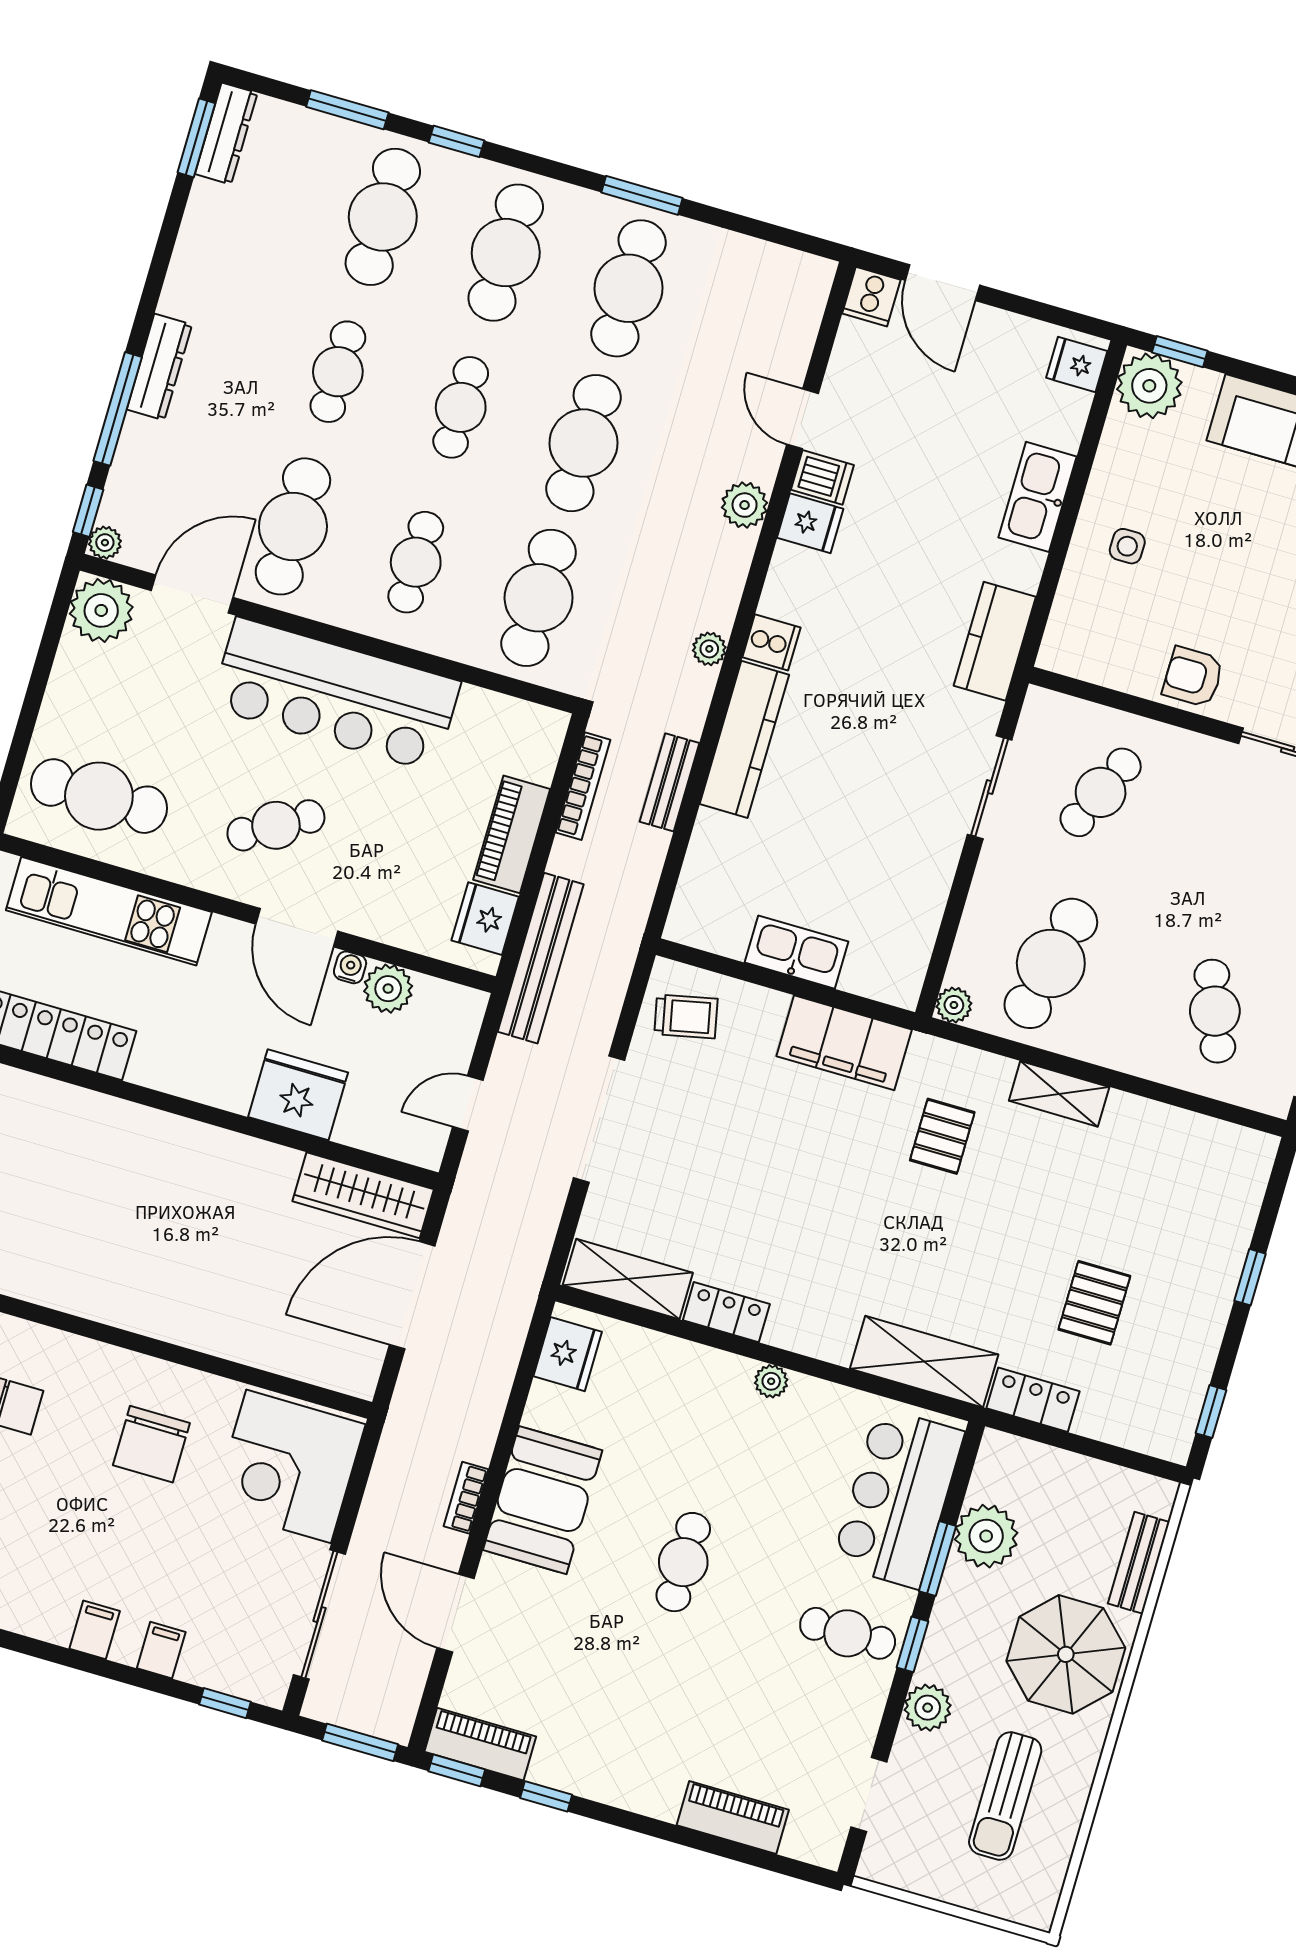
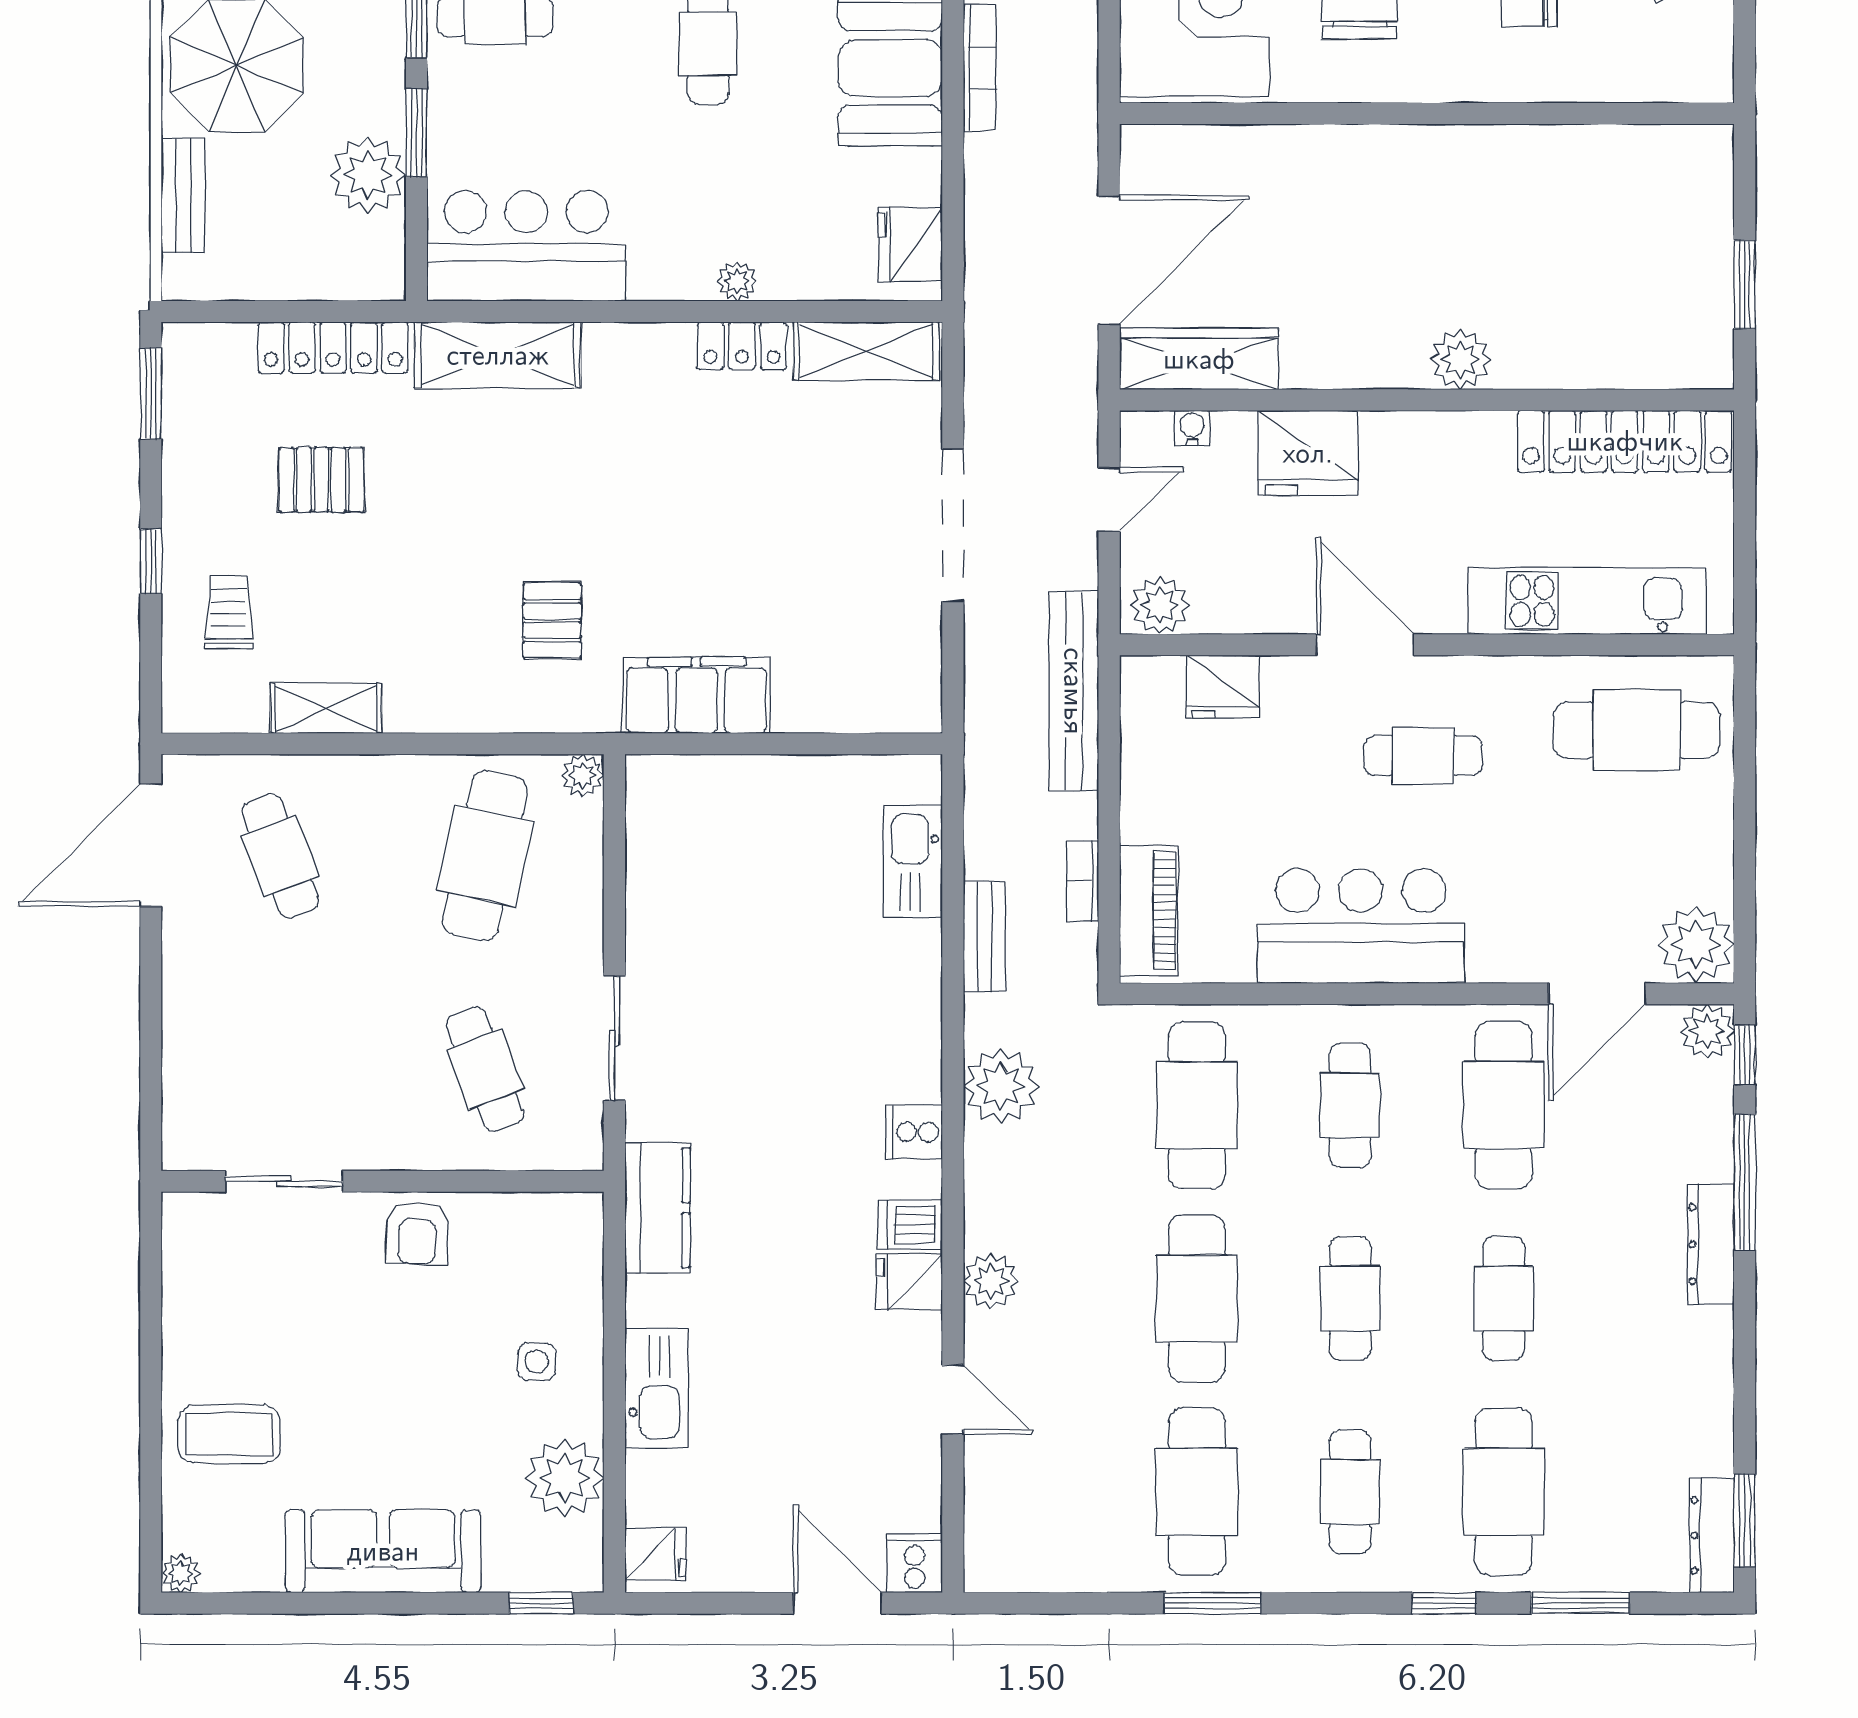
cafe table: (506, 253) -> (1350, 1492), width x0.73, depth x0.74
plant: (1149, 386) -> (565, 1478), moved
dishwasher: (822, 477) -> (910, 1225), moved
plant: (105, 543) -> (1707, 1031), width x1.38, depth x1.38
plant: (709, 649) -> (1001, 1086), width x1.87, depth x1.87
armchair: (1193, 677) -> (417, 1233), turned 92
bar counter: (335, 695) -> (1361, 926), width x0.73
kitchen counter: (744, 739) -> (913, 1011), removed
bookcase: (583, 786) -> (1083, 881), width x0.64
cafe table: (1101, 792) -> (485, 1069), turned -45
cafe table: (276, 825) -> (1423, 756), turned 31
piano: (512, 834) -> (1149, 911), moved
fridge: (485, 919) -> (1223, 687), moved, turned 90
kitchen sink: (796, 952) -> (913, 861), moved, turned 90
water cooler: (350, 967) -> (1192, 428), moved, turned 180
plant: (388, 989) -> (1160, 605), moved
trolley: (686, 1016) -> (229, 613), moved, turned 102
shelving: (1059, 1094) -> (326, 708), moved
plant: (154, 1134) -> (1460, 360), added
pallet: (1094, 1303) -> (321, 480), turned 90
plant: (771, 1381) -> (737, 281), moved
locker: (1033, 1400) -> (333, 347), width x1.53
window: (1211, 1412) -> (151, 393), width x1.50
bookcase: (466, 1498) -> (979, 68), width x1.56
bar counter: (898, 1498) -> (526, 246), moved, turned -90

